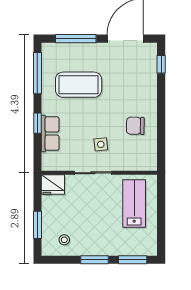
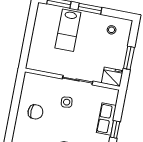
lab bench: (134, 203) -> (68, 30), moved
window: (37, 225) -> (129, 58), moved

